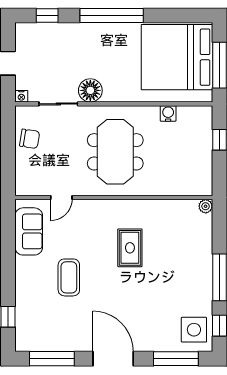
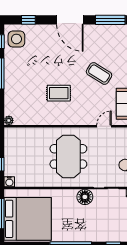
water cooler: (168, 113) -> (9, 182), moved
rug: (130, 248) -> (59, 93), turned 90
coffee table: (69, 277) -> (99, 73), turned -58
window: (176, 359) -> (28, 20), width x0.46

